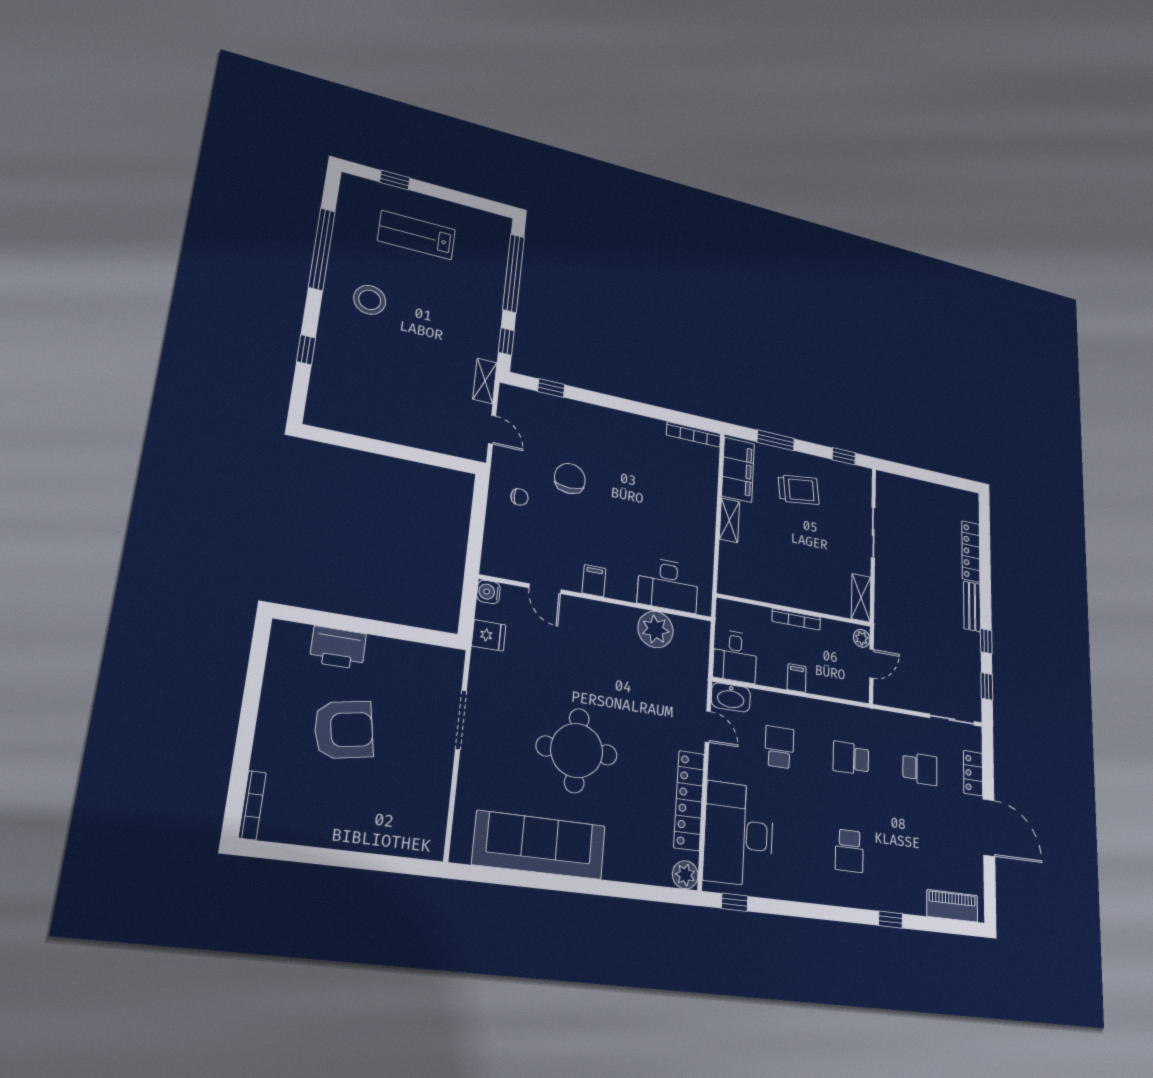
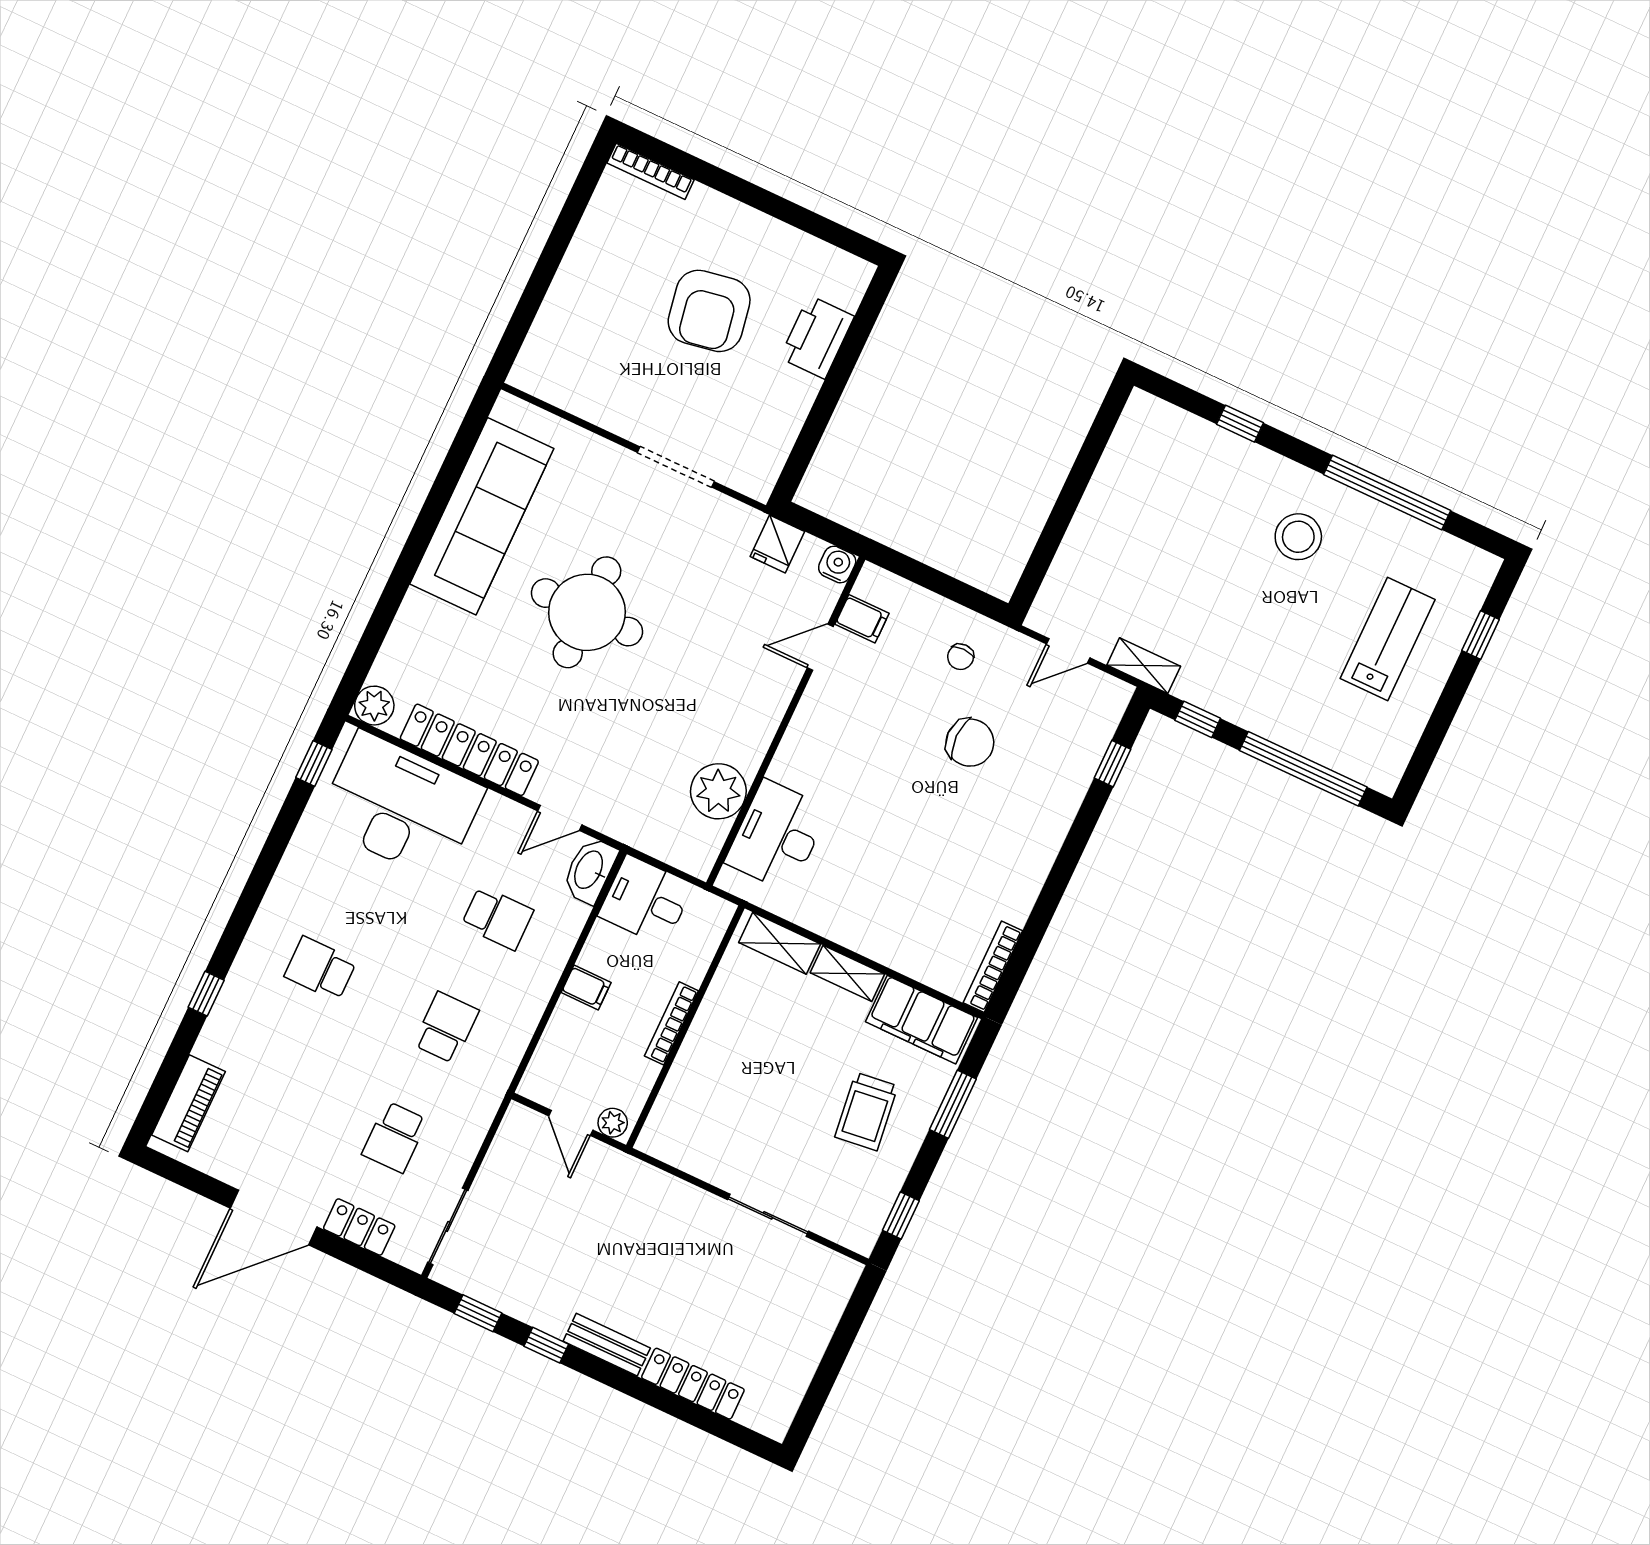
filing cabinet: (594, 581) -> (862, 619), moved
shelving: (861, 598) -> (780, 943), moved

